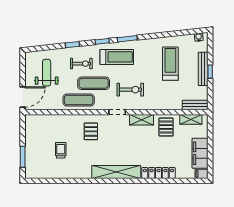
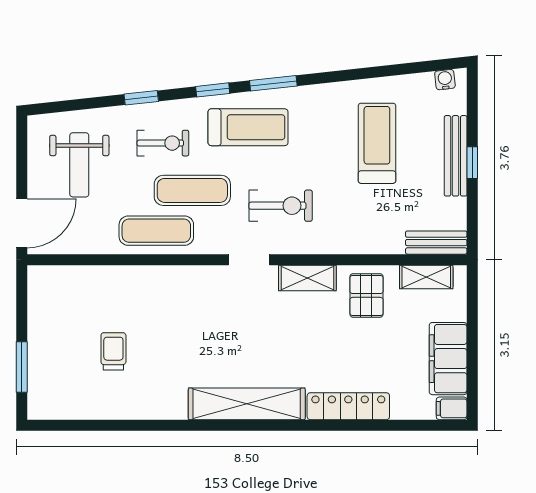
weight bench: (47, 73) -> (79, 165), turned 180
pallet: (91, 131) -> (186, 306), removed

